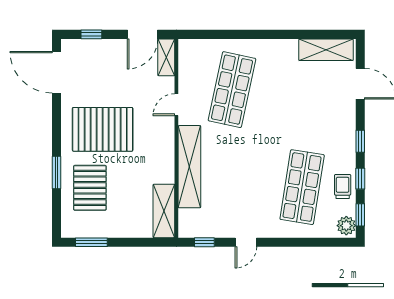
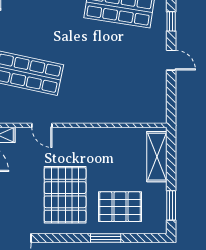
shelving: (189, 167) -> (100, 113), removed
shelving: (164, 211) -> (157, 157), moved, turned 90
window: (204, 242) -> (171, 21), moved

